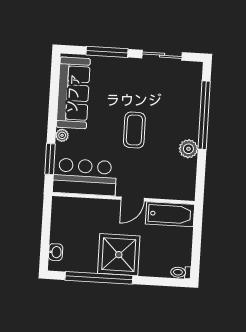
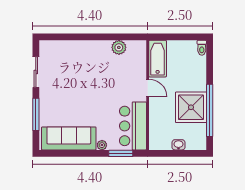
window: (204, 115) -> (80, 37), removed
coffee table: (134, 130) -> (95, 90), removed
plant: (188, 149) -> (119, 47), moved
washbasin: (56, 252) -> (178, 145), moved
shower: (119, 255) -> (191, 107), moved

